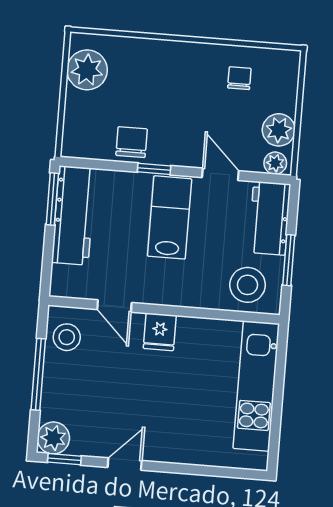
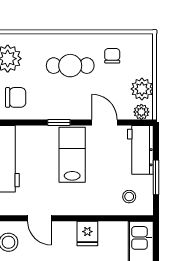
cafe table: (177, 87) -> (70, 66), added
chair: (132, 142) -> (16, 97), moved, turned 90
stool: (248, 285) -> (129, 197), width x0.53, depth x0.53
fridge: (160, 332) -> (87, 233), moved

